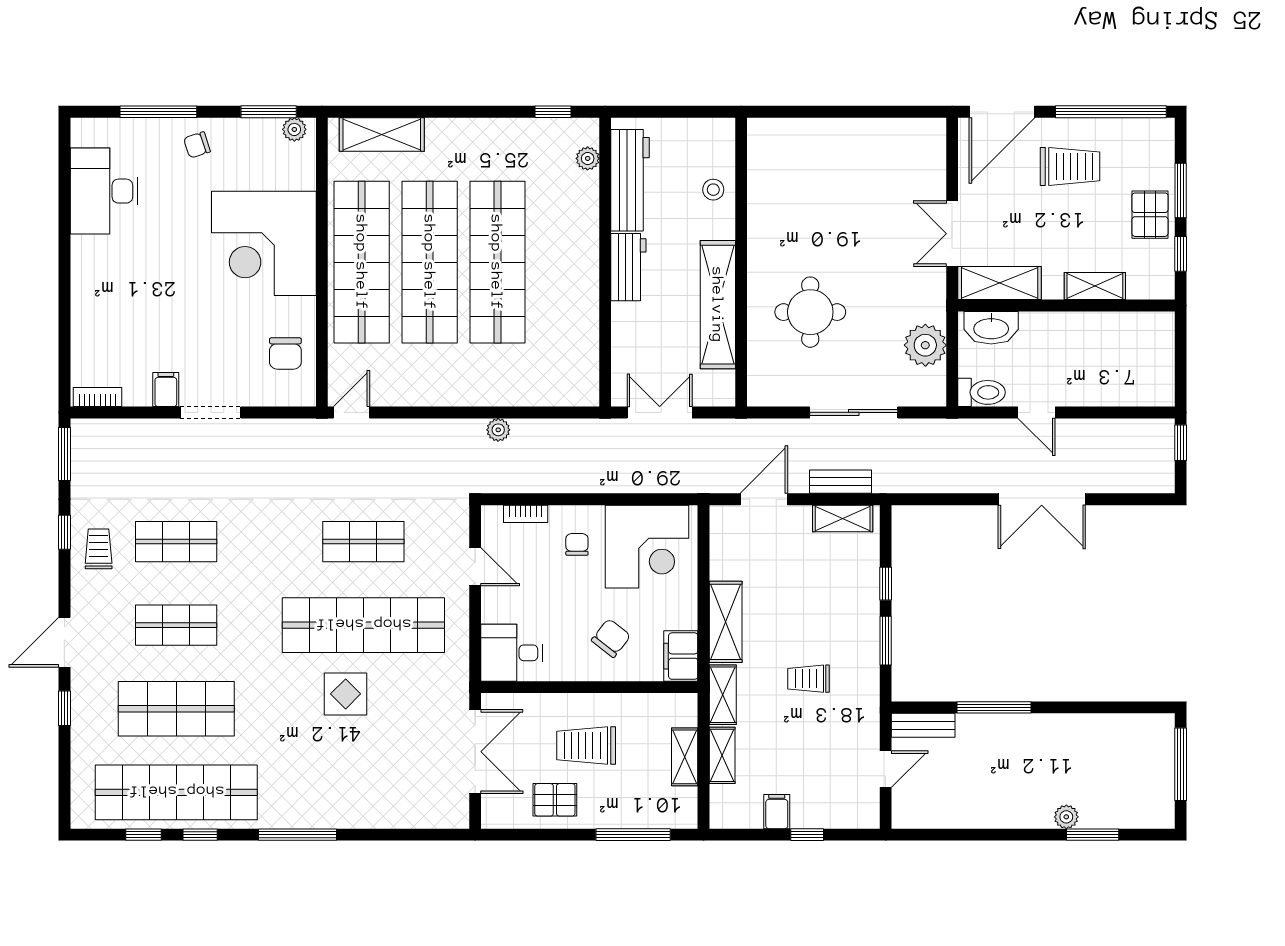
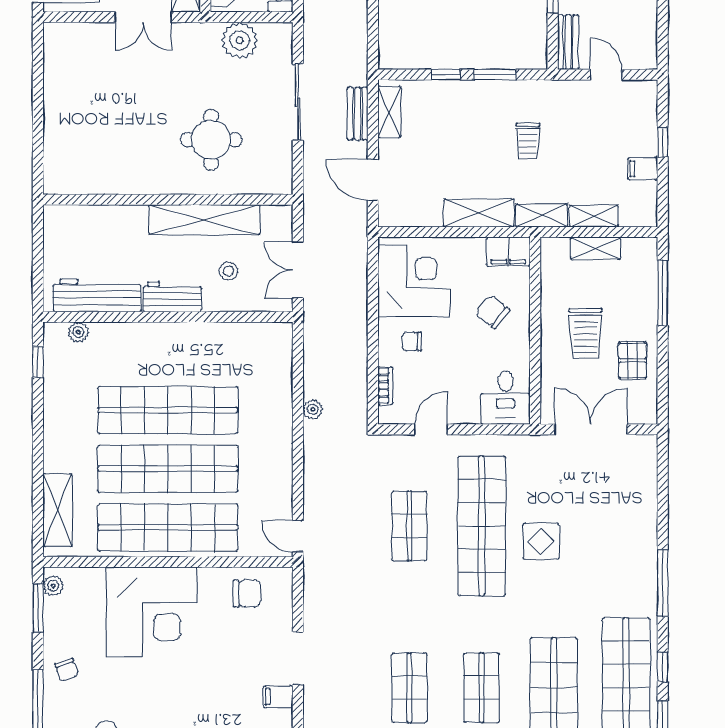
stool: (713, 190) -> (229, 271), moved

